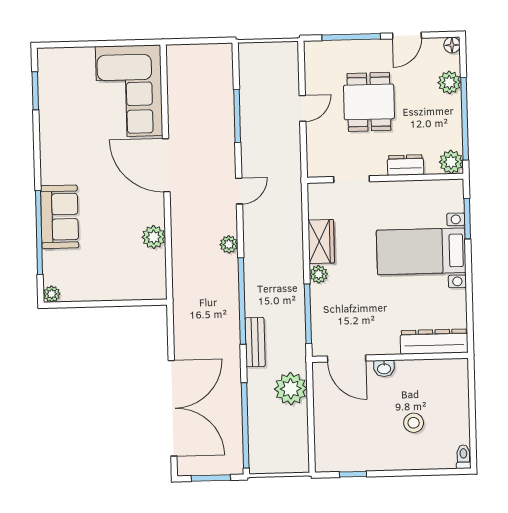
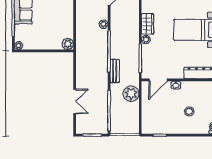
plant: (154, 237) -> (68, 44), moved
door: (347, 359) -> (158, 80), hinge flipped
double door: (173, 408) -> (75, 101), width x0.54

